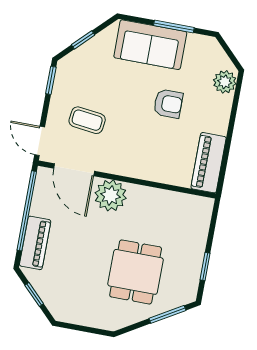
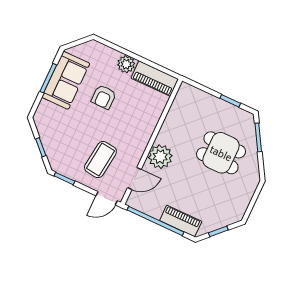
sofa: (150, 45) -> (66, 80), moved
plant: (225, 82) -> (126, 64), moved
armchair: (168, 104) -> (104, 97), turned 180
coffee table: (87, 120) -> (100, 160), width x1.36, depth x1.30
door: (74, 170) -> (134, 178), width x0.73

